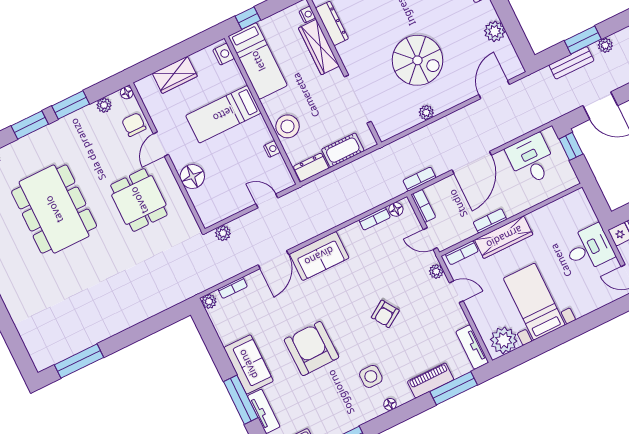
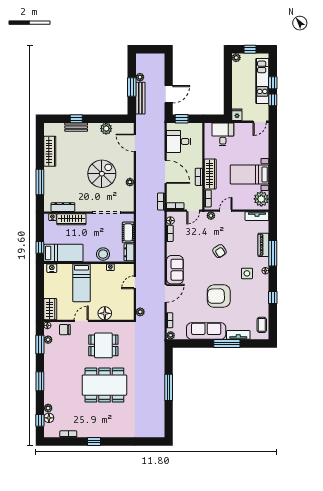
bench: (571, 63) -> (140, 98), width x1.36
wardrobe: (175, 75) -> (50, 309), moved
window: (71, 105) -> (40, 345), moved
door: (161, 144) -> (81, 321), swing flipped
dining table: (54, 209) -> (104, 385), moved
desk: (589, 248) -> (223, 134), moved
door: (273, 260) -> (166, 293), hinge flipped
window: (79, 361) -> (169, 387), moved
sofa: (248, 364) -> (206, 331), width x1.36
window: (454, 388) -> (273, 253), moved

